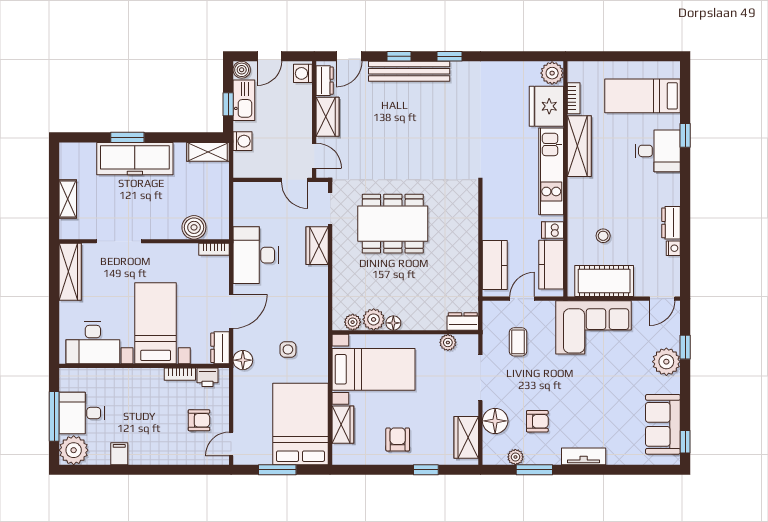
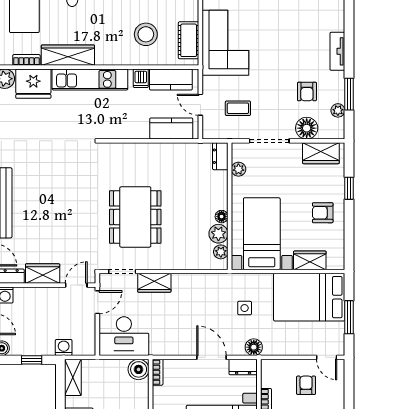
kitchen sink: (244, 100) -> (28, 346), removed
boiler: (194, 227) -> (139, 369), moved
stool: (603, 236) -> (146, 34), width x1.89, depth x1.89
desk: (256, 255) -> (124, 336), moved
cot: (604, 281) -> (189, 40), width x0.73, depth x0.75
printer: (207, 377) -> (269, 378), removed
armchair: (537, 421) -> (307, 92), turned 180

